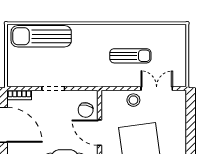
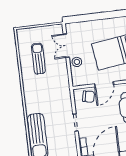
sun lounger: (130, 56) -> (38, 59), moved

